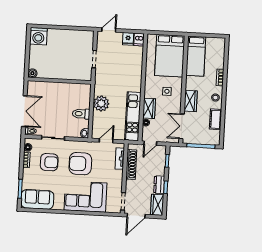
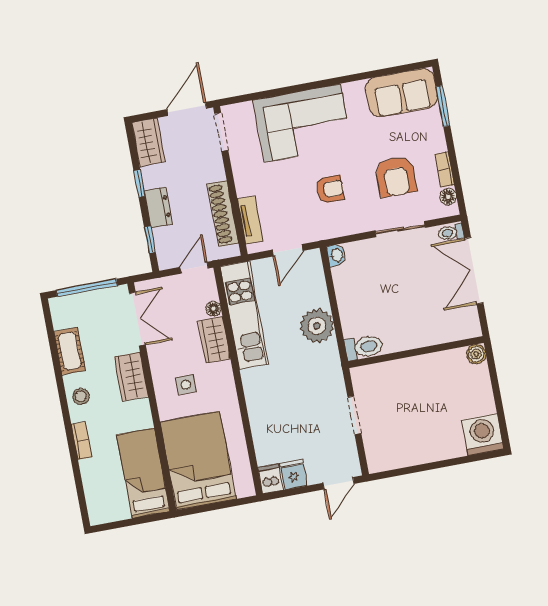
toilet: (81, 114) -> (364, 347), moved
armchair: (49, 162) -> (396, 176), turned -90
armchair: (80, 164) -> (330, 189), width x0.53, depth x0.53
dresser: (159, 185) -> (158, 208), moved

